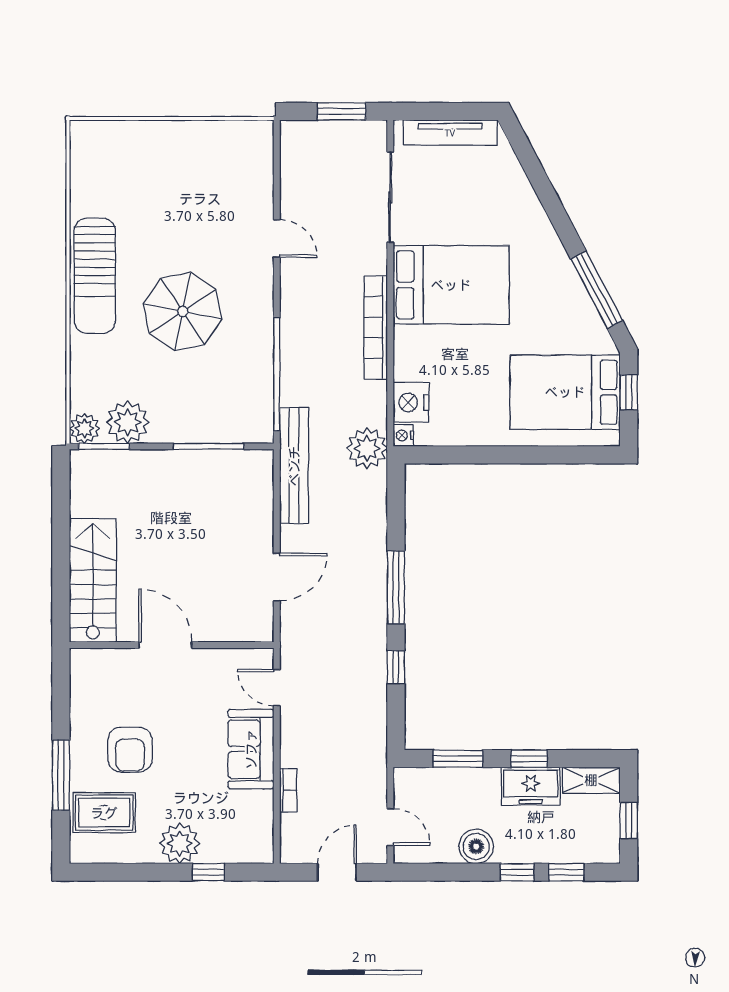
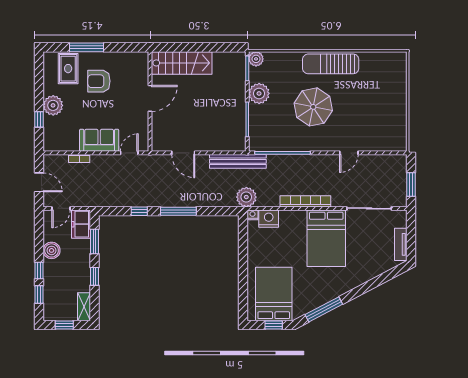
tv unit: (450, 133) -> (401, 244), width x0.71
plant: (128, 422) -> (259, 93), moved
freezer: (531, 786) -> (81, 224), moved

